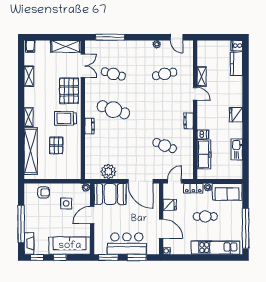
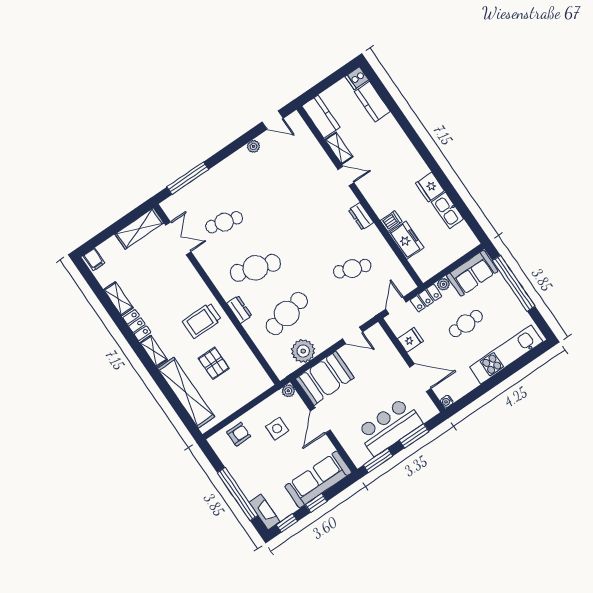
kitchen counter: (204, 53) -> (321, 117), added
cafe table: (165, 74) -> (287, 314), moved, width x1.37, depth x1.35
pallet: (69, 91) -> (182, 282), removed
locker: (29, 97) -> (137, 325), added
fridge: (236, 115) -> (430, 187), moved
freezer: (204, 154) -> (406, 240), width x0.71
door: (140, 181) -> (353, 335), width x0.53
window: (246, 228) -> (514, 283), moved

